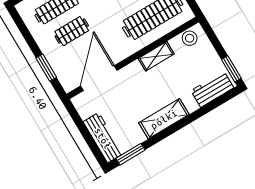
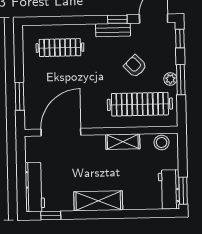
clothes rail: (72, 31) -> (61, 77), removed
workbench: (212, 89) -> (169, 189), moved, turned -90
window: (130, 154) -> (51, 215), width x0.67

